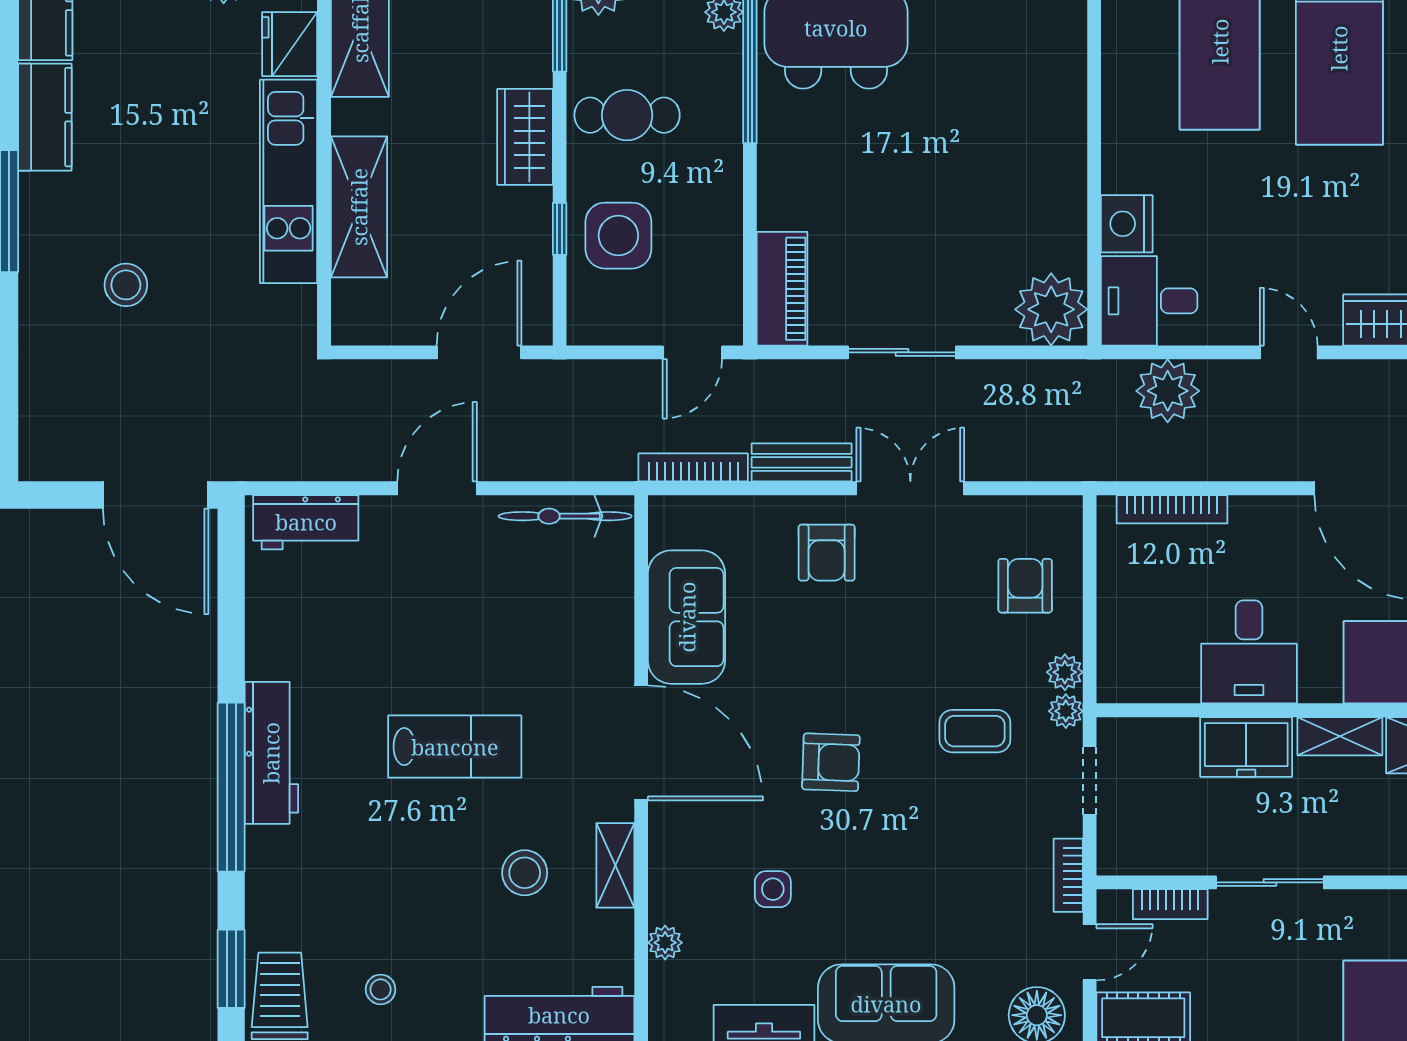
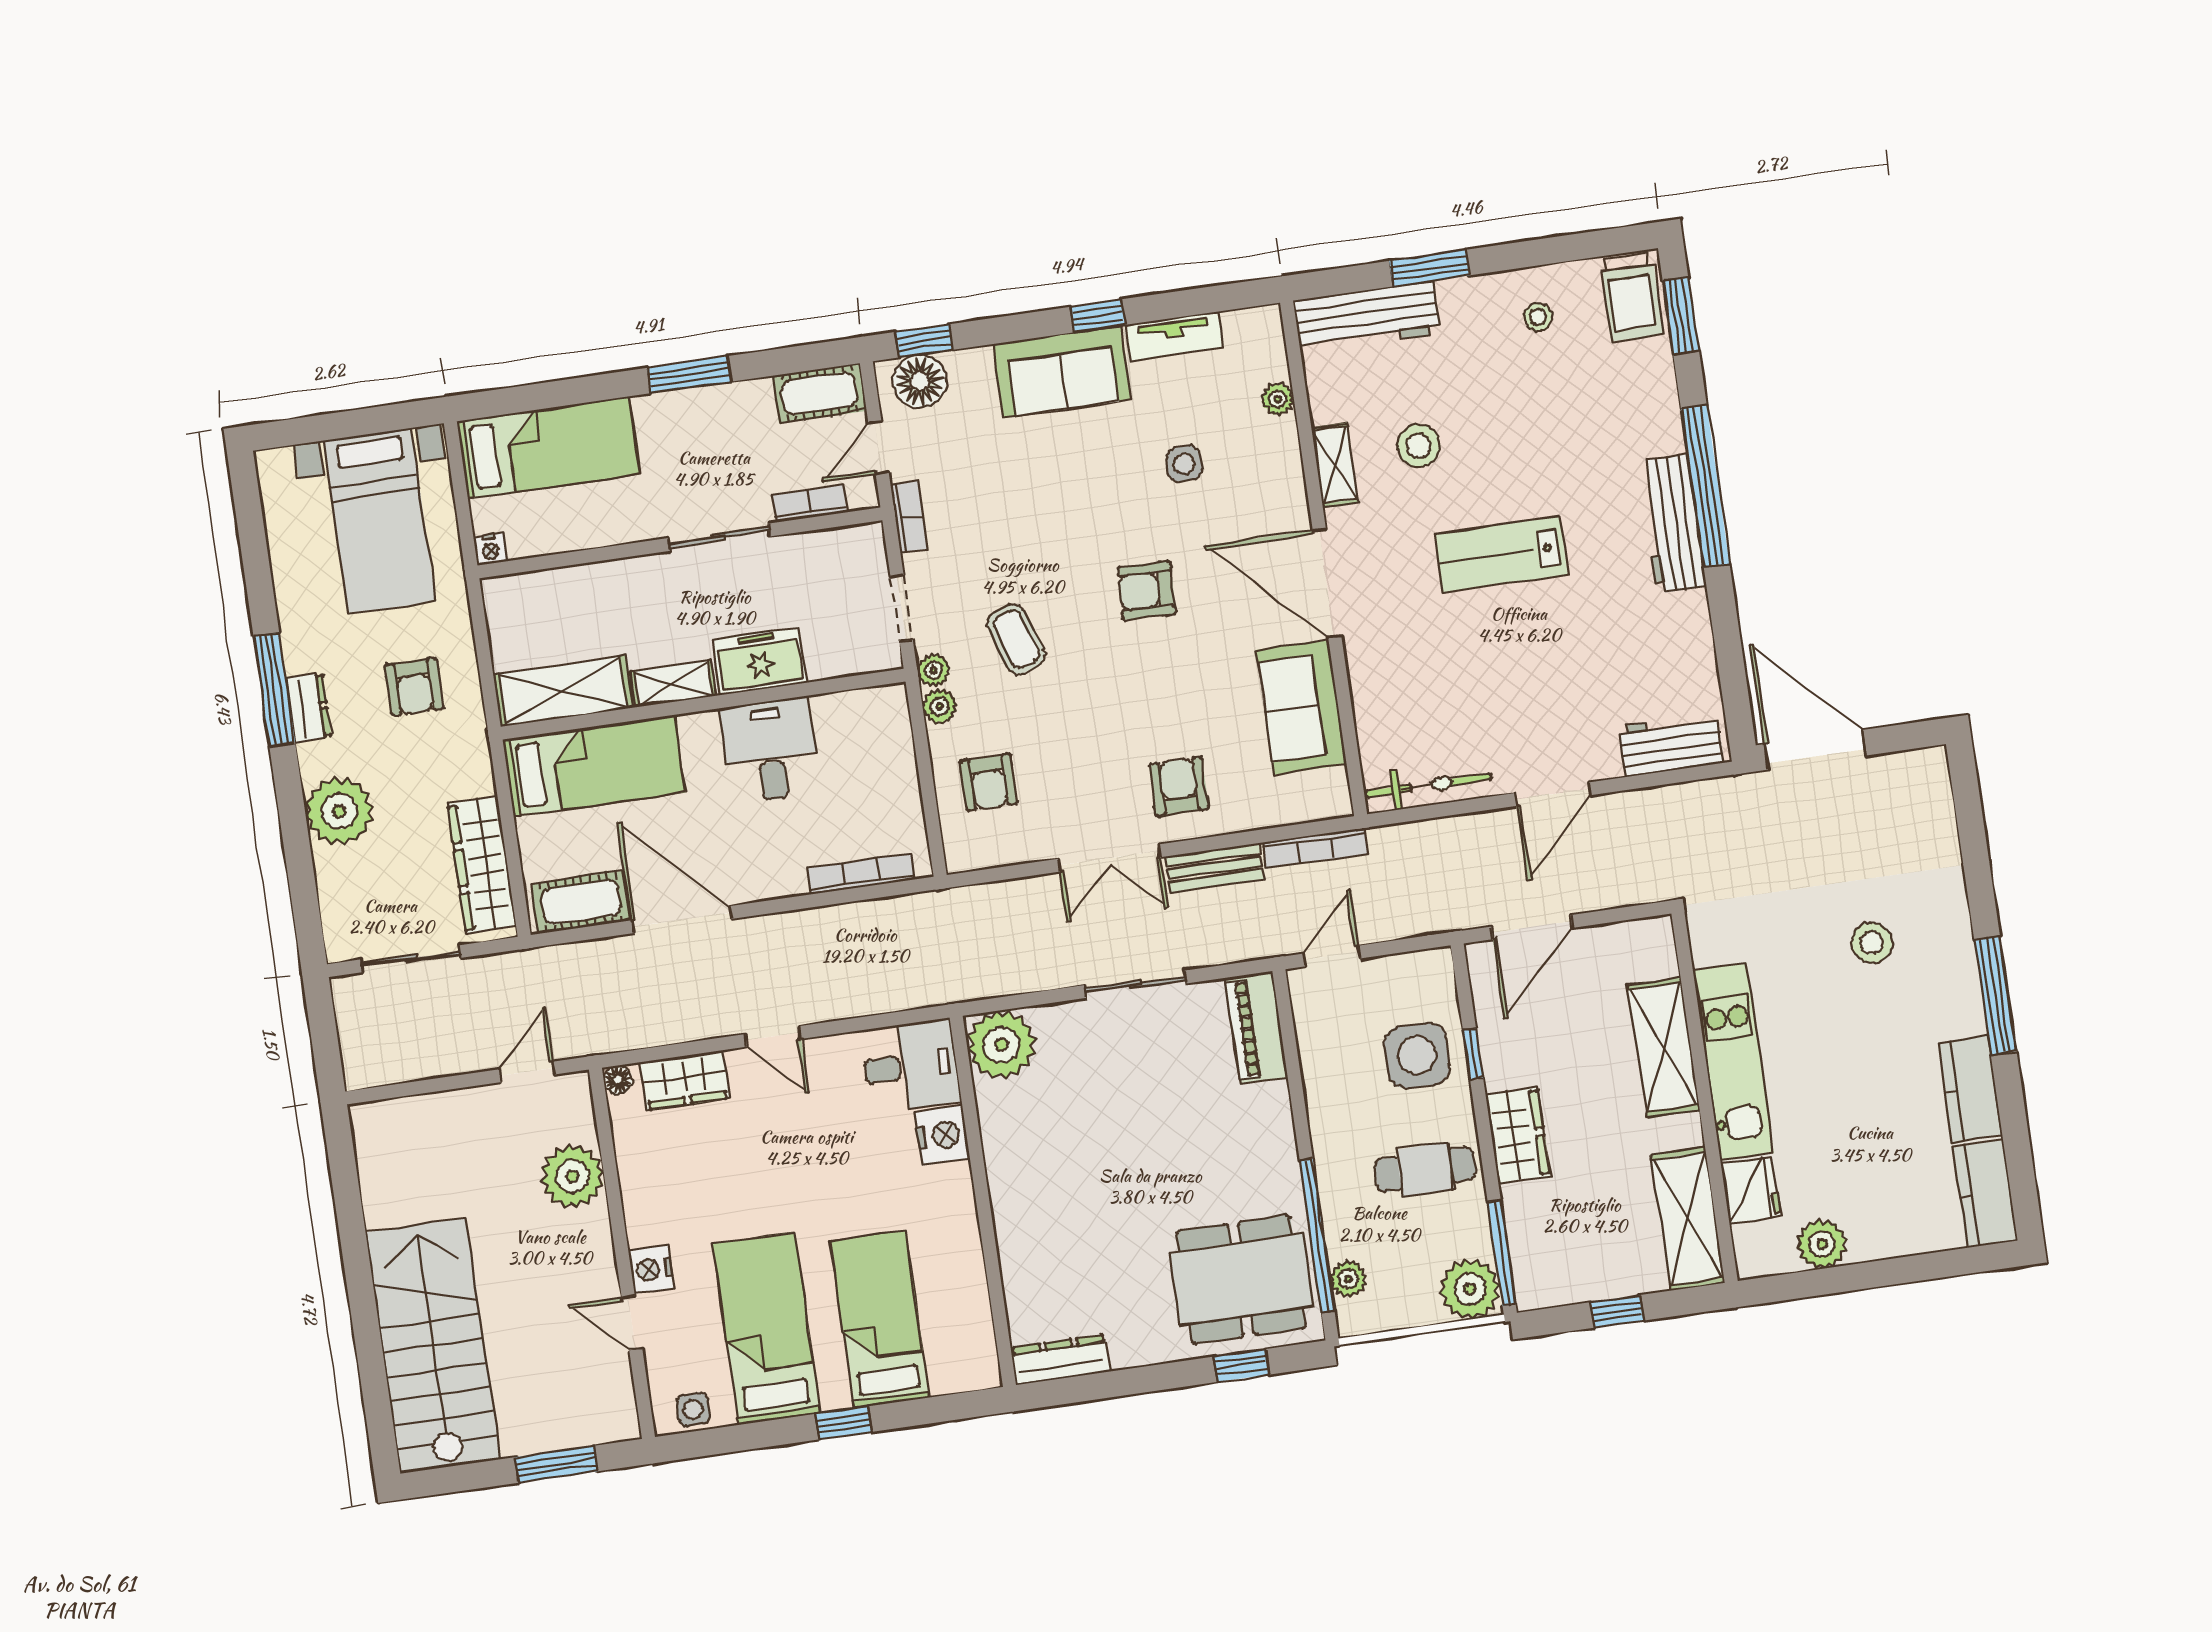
plant: (1168, 391) -> (881, 984), removed
coffee table: (975, 731) -> (1016, 639), turned 71

